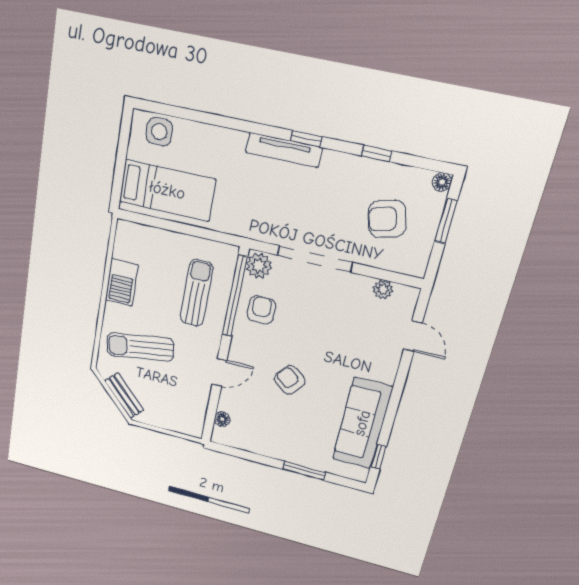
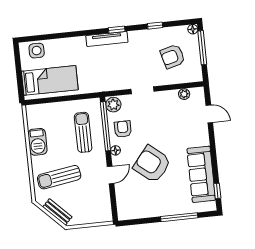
window: (446, 221) -> (202, 48), width x1.44
doorway: (315, 259) -> (143, 90), width x0.53
armchair: (290, 380) -> (152, 164), width x1.88, depth x1.88
floor lamp: (222, 419) -> (115, 150), moved
window: (304, 471) -> (179, 217), width x1.44

